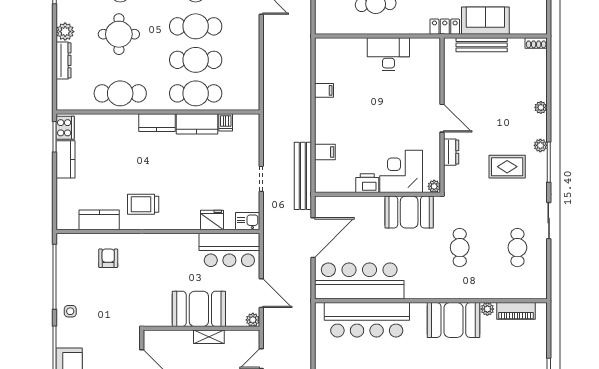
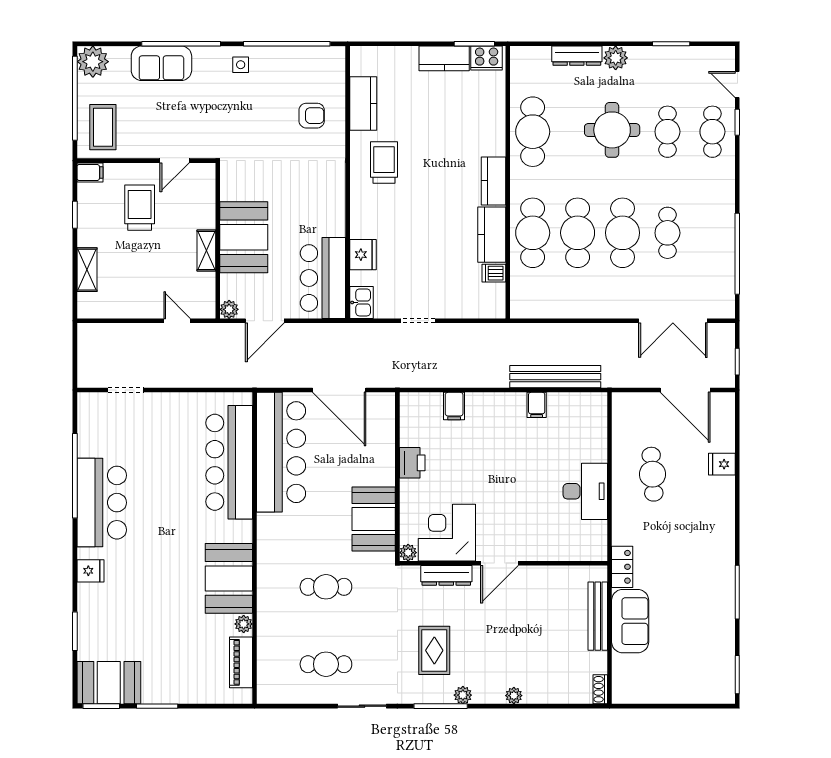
dresser: (451, 152) -> (446, 575), width x1.44
corner desk: (401, 171) -> (447, 533), moved, turned -90
bench: (303, 176) -> (555, 377), moved

